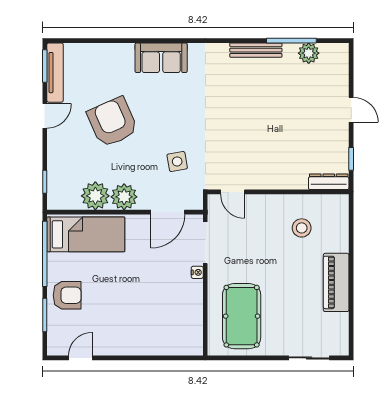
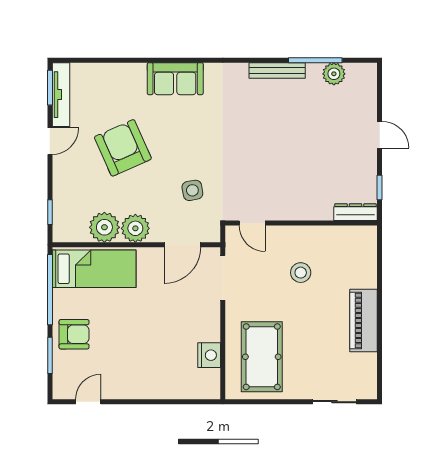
stool: (302, 228) -> (301, 273), moved
nightstand: (197, 272) -> (209, 355), moved, width x1.89, depth x1.79

